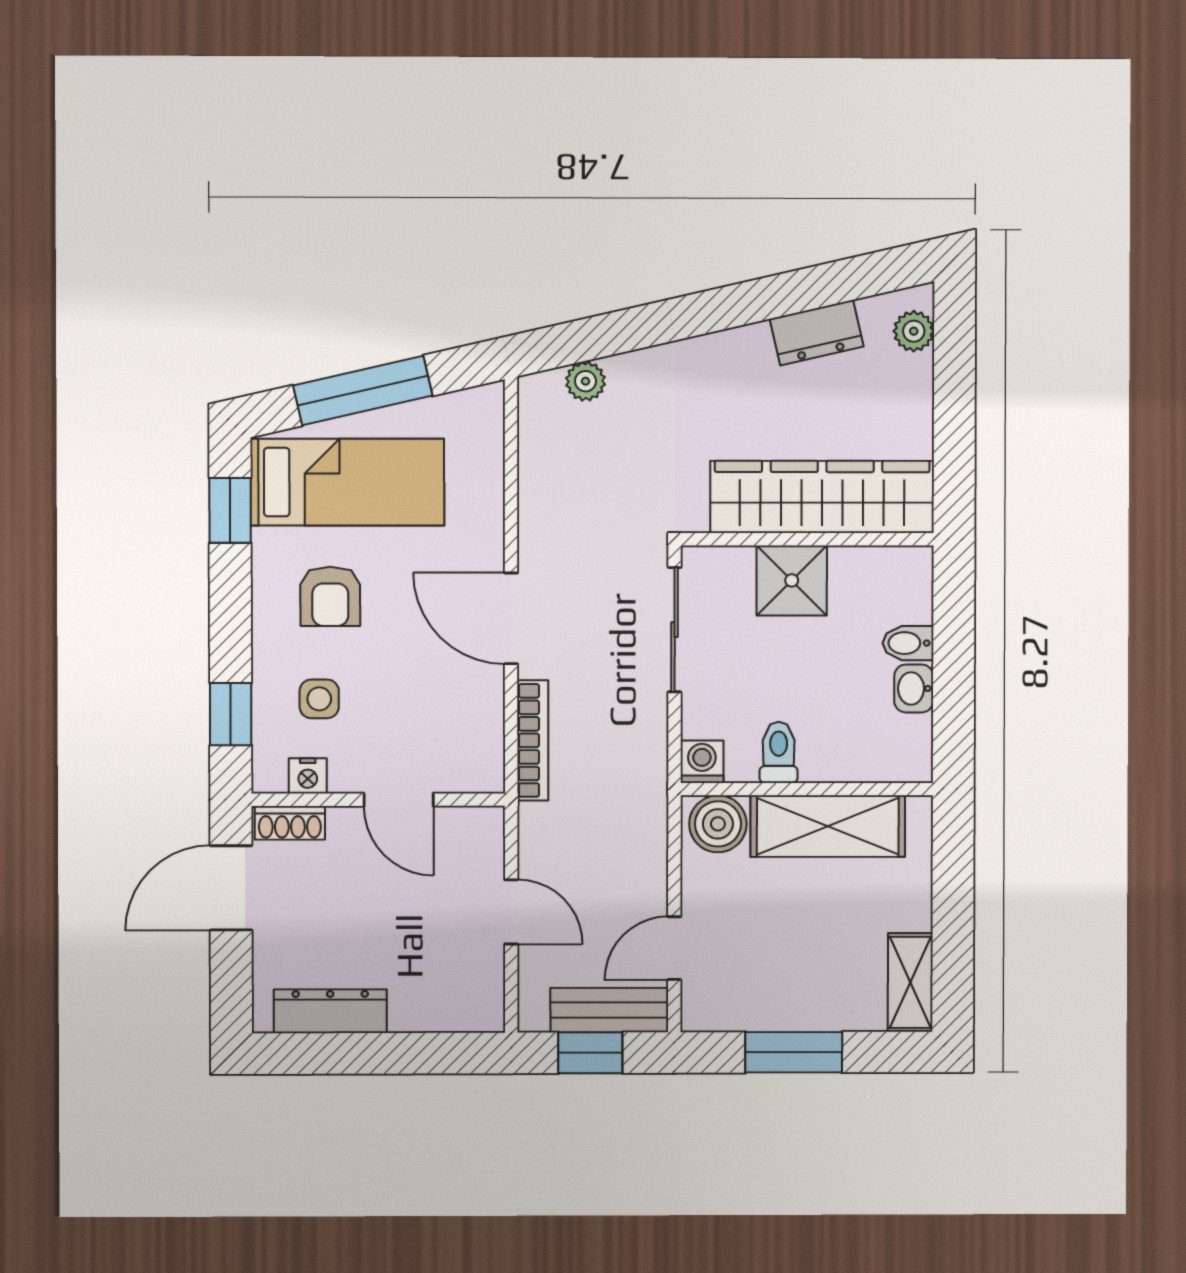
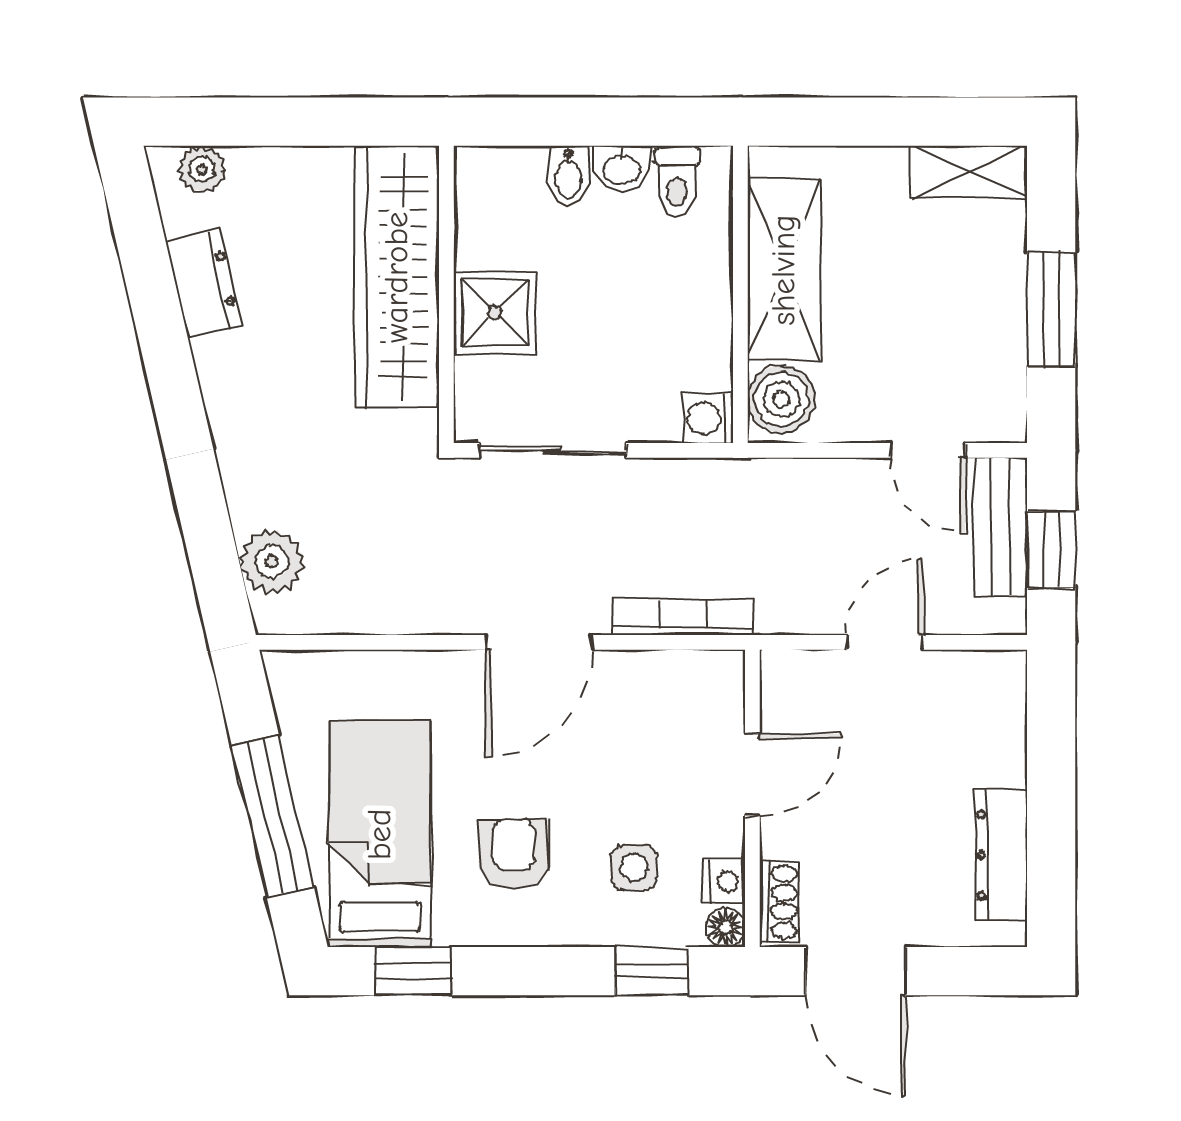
plant: (585, 381) -> (272, 562), width x1.38, depth x1.38
armchair: (330, 596) -> (514, 854), turned -90
toilet: (779, 752) -> (677, 182), moved, turned -90
floor lamp: (268, 777) -> (726, 928), added

